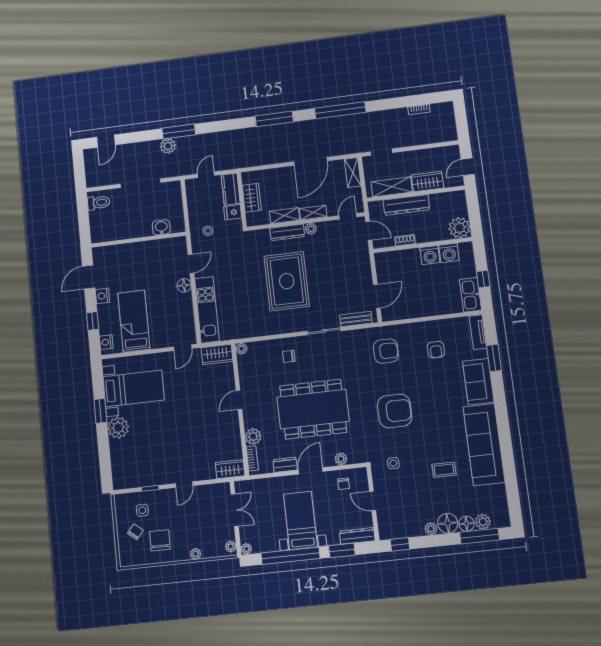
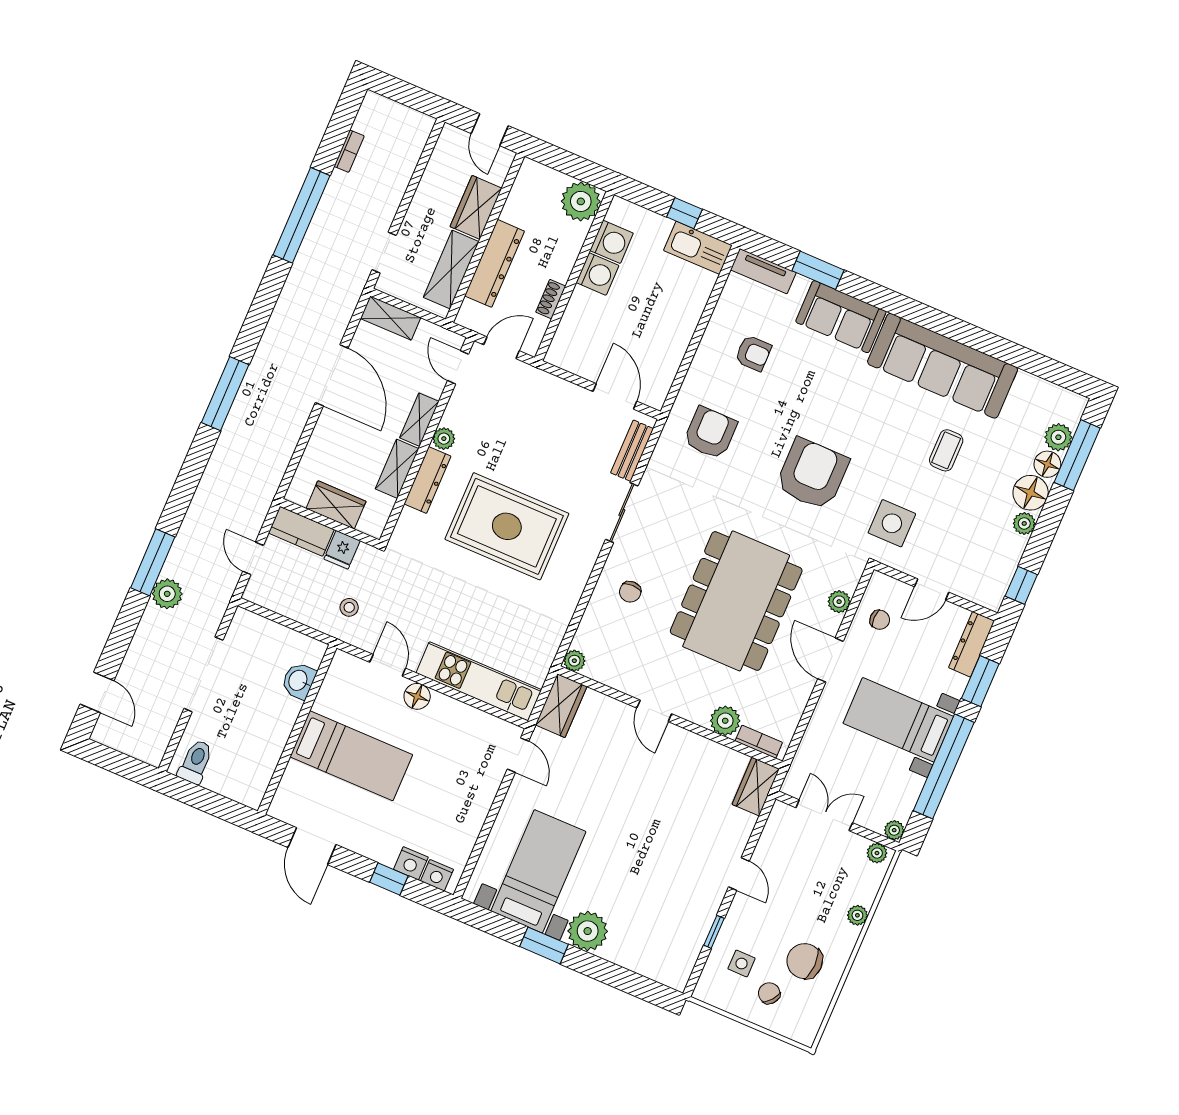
window: (340, 110) -> (302, 215), moved
nightstand: (102, 296) -> (411, 863), moved
bed: (134, 321) -> (351, 756), moved, turned 180
side table: (393, 463) -> (892, 523), width x1.87, depth x1.87
dresser: (285, 465) -> (798, 695), removed

